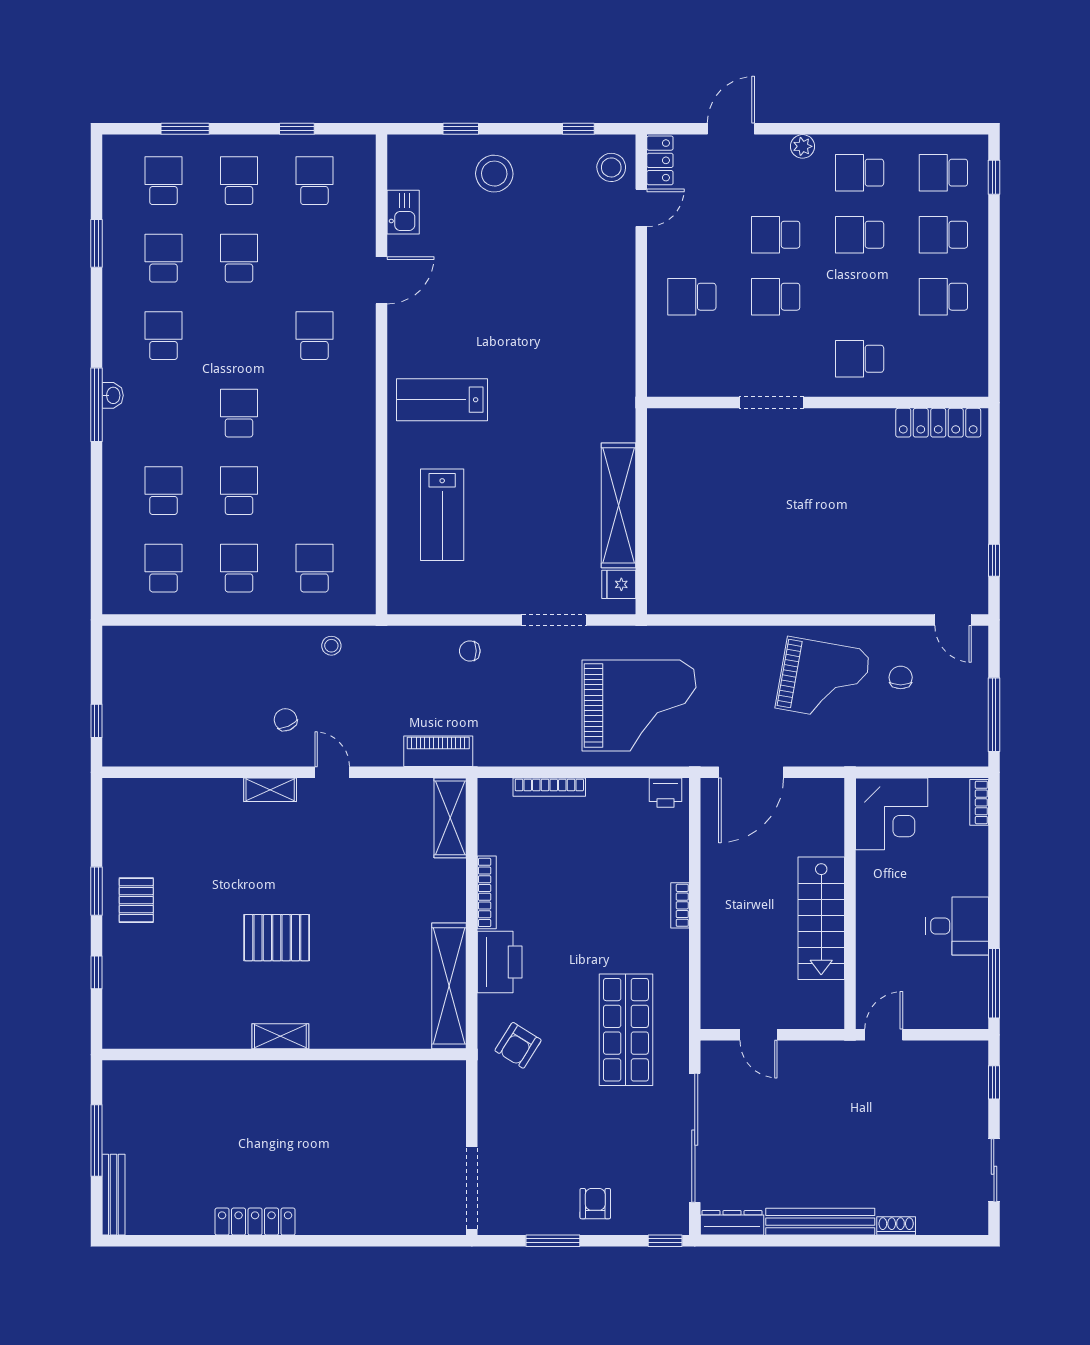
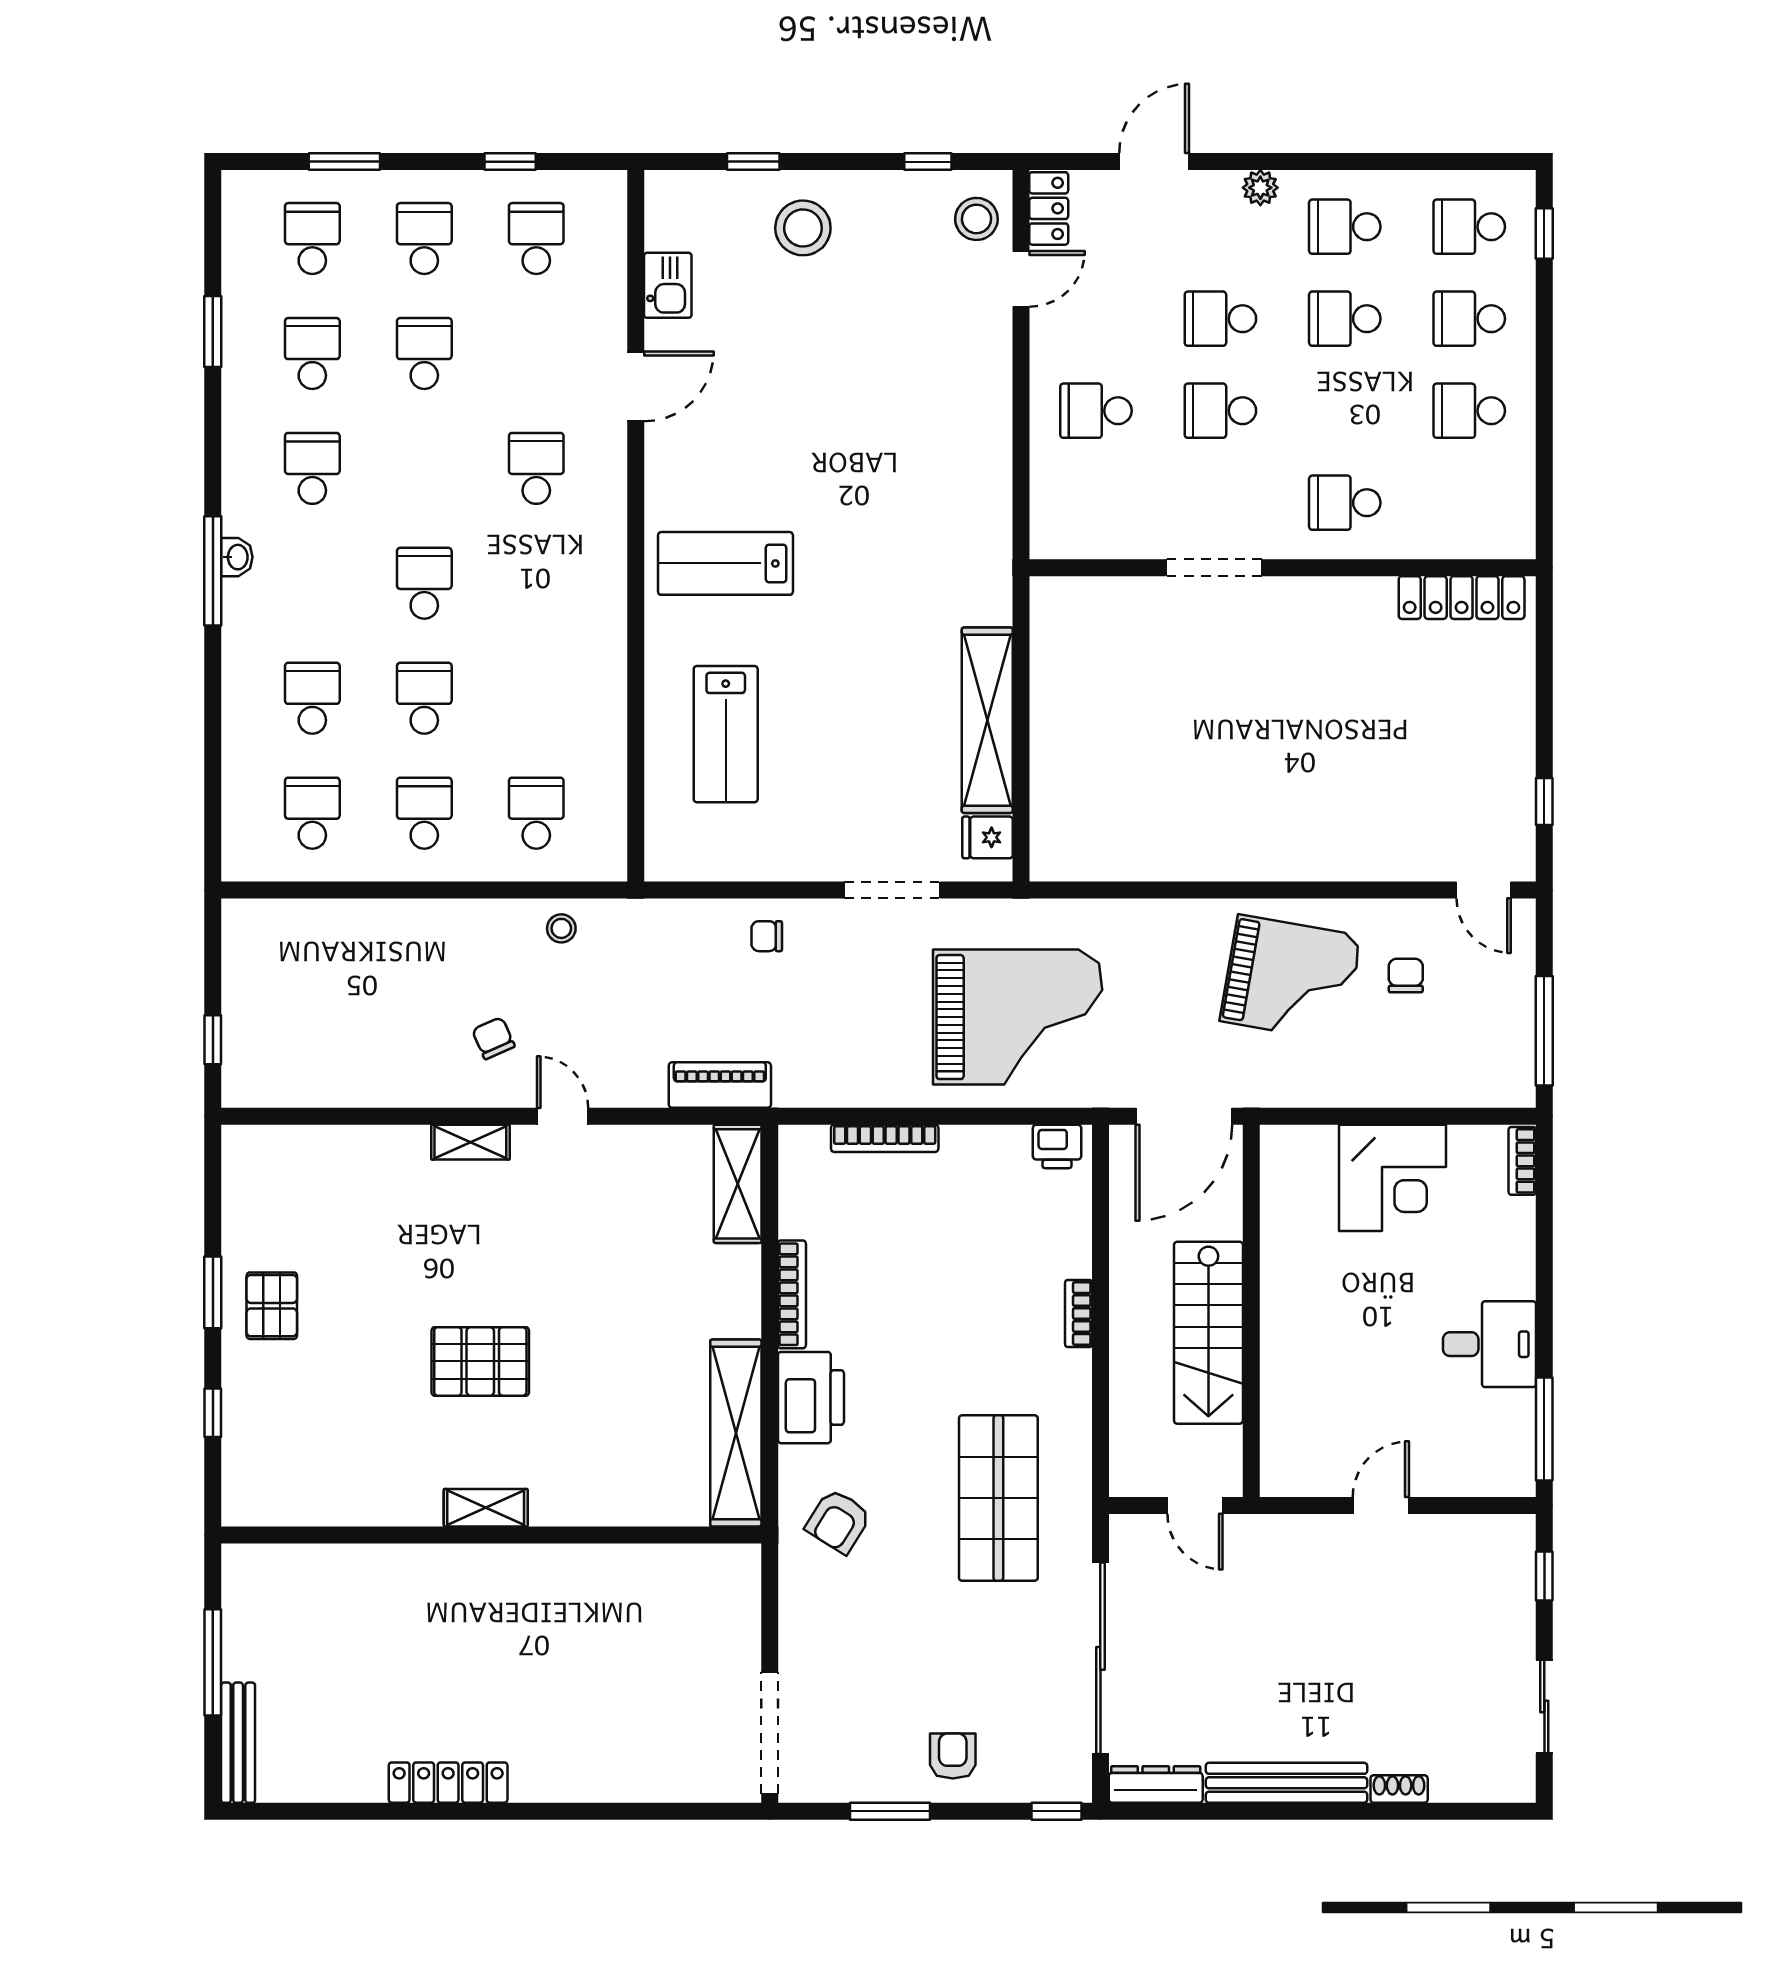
wall: (850, 904) -> (1251, 1311), moved
stairs: (821, 918) -> (1208, 1333), moved

